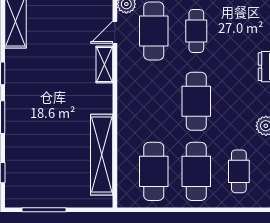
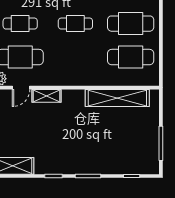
door: (115, 32) -> (21, 88), hinge flipped
cafe table: (196, 101) -> (75, 24), width x0.73, depth x0.74

